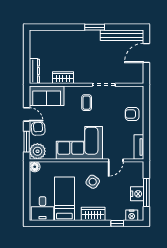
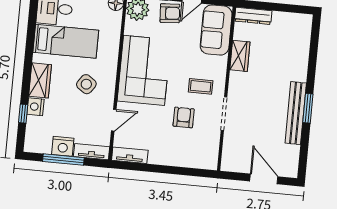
bench: (122, 35) -> (296, 113), moved
armchair: (132, 114) -> (184, 117), moved
door: (116, 160) -> (114, 120), swing flipped
tv unit: (139, 174) -> (92, 152), added
nightstand: (132, 215) -> (36, 107), moved

